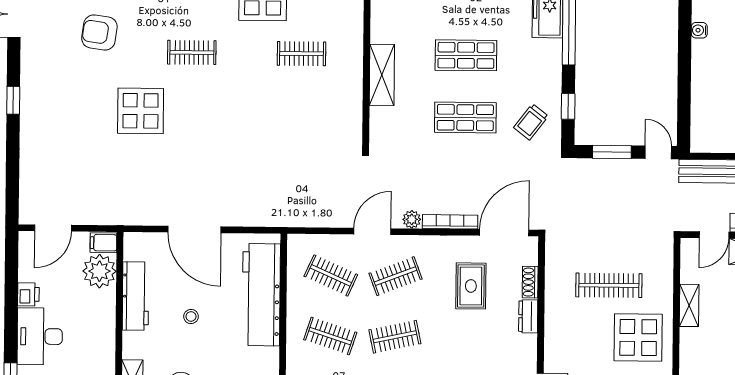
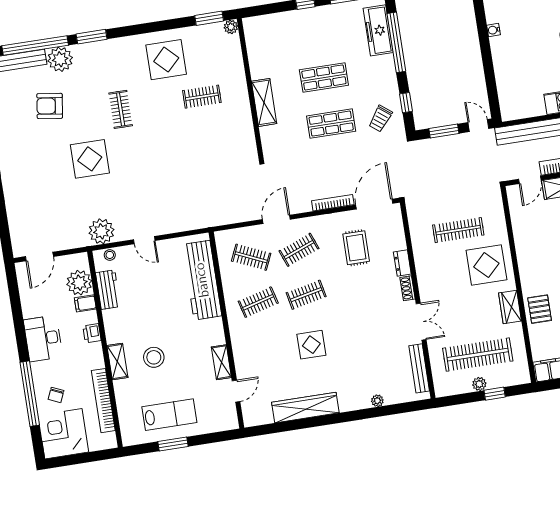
clothes rail: (192, 52) -> (121, 109), turned 90
plant: (412, 219) -> (101, 231), moved, width x1.88, depth x1.88
door: (194, 229) -> (144, 240), width x0.53
filing cabinet: (103, 243) -> (85, 303), moved
shoe rack: (530, 282) -> (408, 288), moved
printer: (28, 294) -> (92, 333), moved, turned 180
workbench: (136, 296) -> (108, 290), width x0.73
shelving: (689, 305) -> (520, 235), removed
stool: (191, 316) -> (110, 255), moved
clothes rail: (330, 336) -> (258, 302), turned -33

